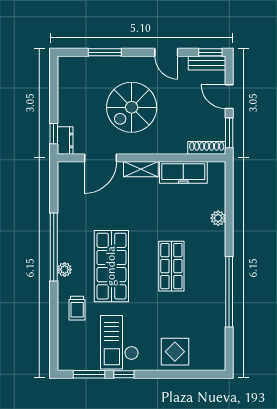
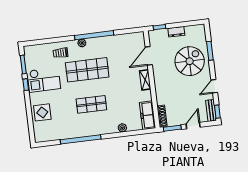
spiral stairs: (132, 107) -> (190, 61), moved, turned 90
dresser: (65, 140) -> (176, 32), moved
door: (101, 158) -> (149, 56), hinge flipped
freezer: (183, 172) -> (148, 115), moved
checkout: (119, 342) -> (44, 80), turned 180

